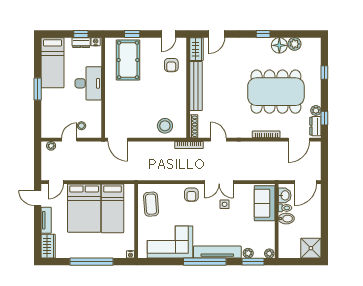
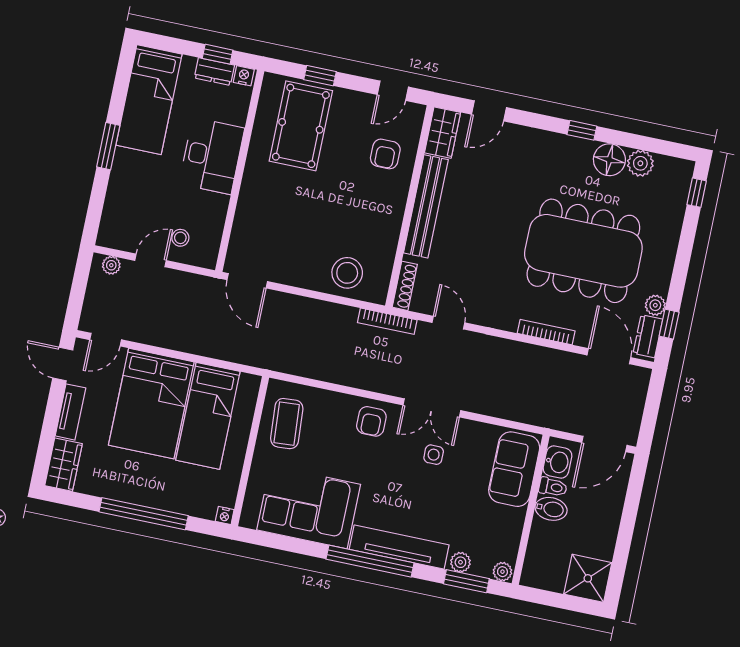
window: (324, 73) -> (697, 193), moved
door: (299, 140) -> (609, 356), swing flipped

